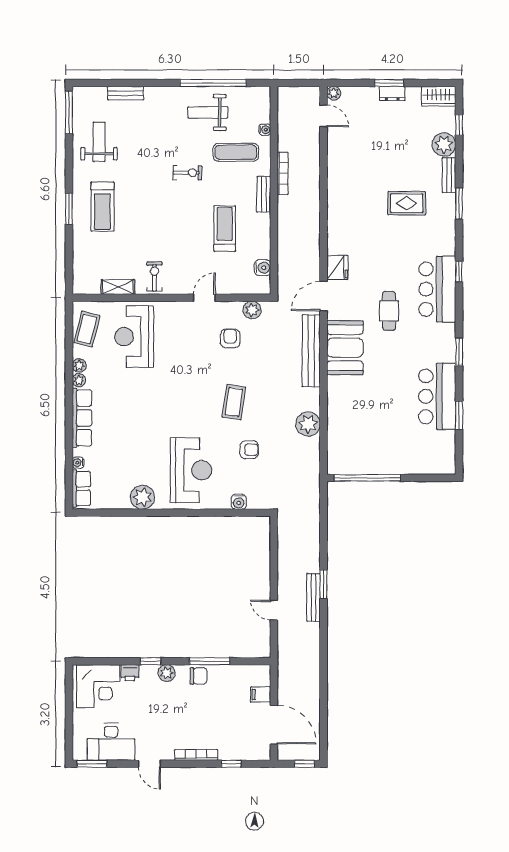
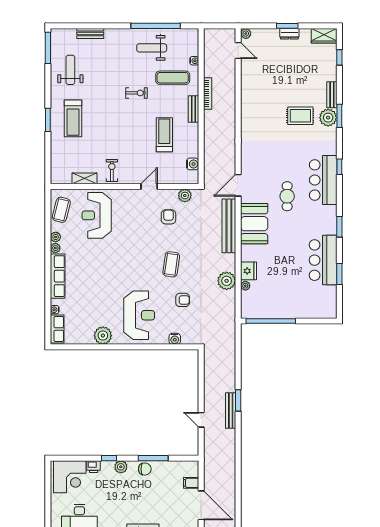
plant: (444, 145) -> (328, 118), moved
fridge: (337, 267) -> (248, 271), moved
plant: (333, 431) -> (245, 286), added

